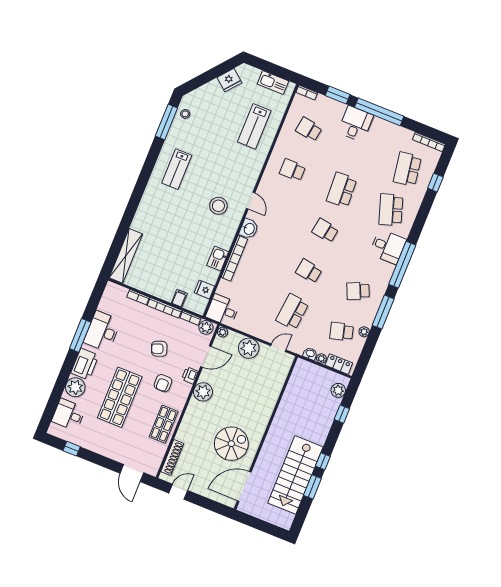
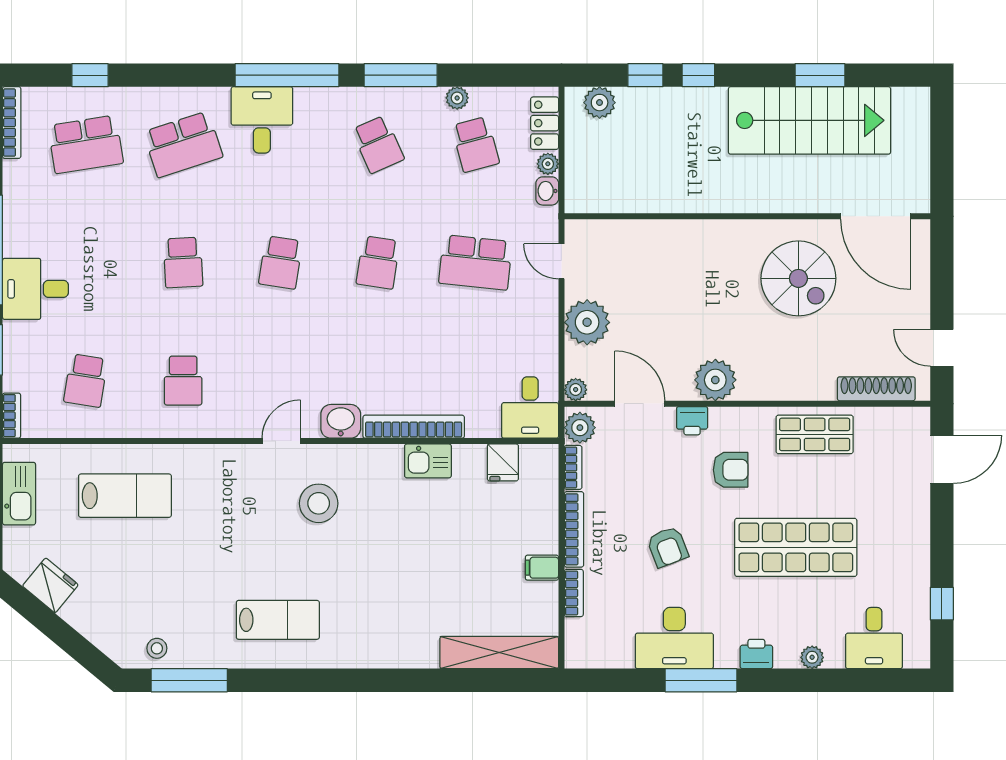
school desk: (342, 190) -> (183, 262), width x0.54
filing cabinet: (179, 298) -> (542, 568), moved
armchair: (159, 349) -> (668, 547), moved
printer: (85, 364) -> (756, 654), width x0.53, depth x0.68
plant: (75, 387) -> (812, 657), width x0.53, depth x0.53
spiral stairs: (231, 444) -> (798, 278), turned 180
window: (323, 461) -> (698, 75), moved

